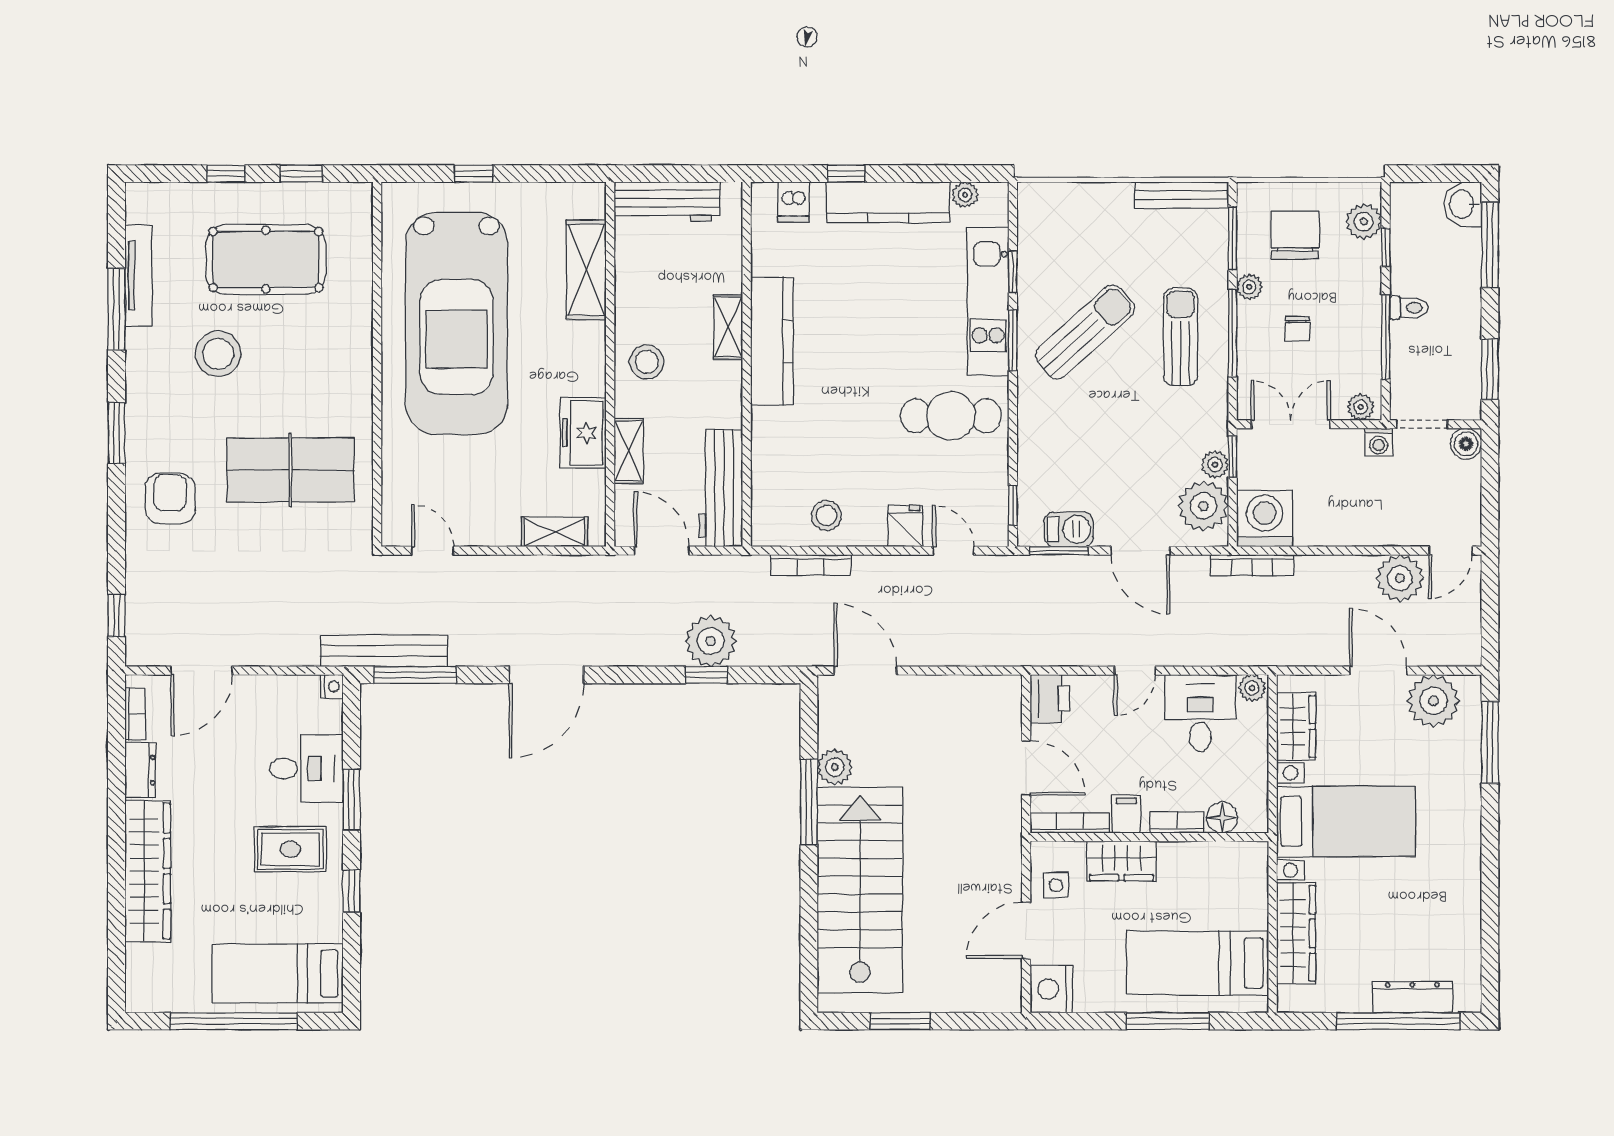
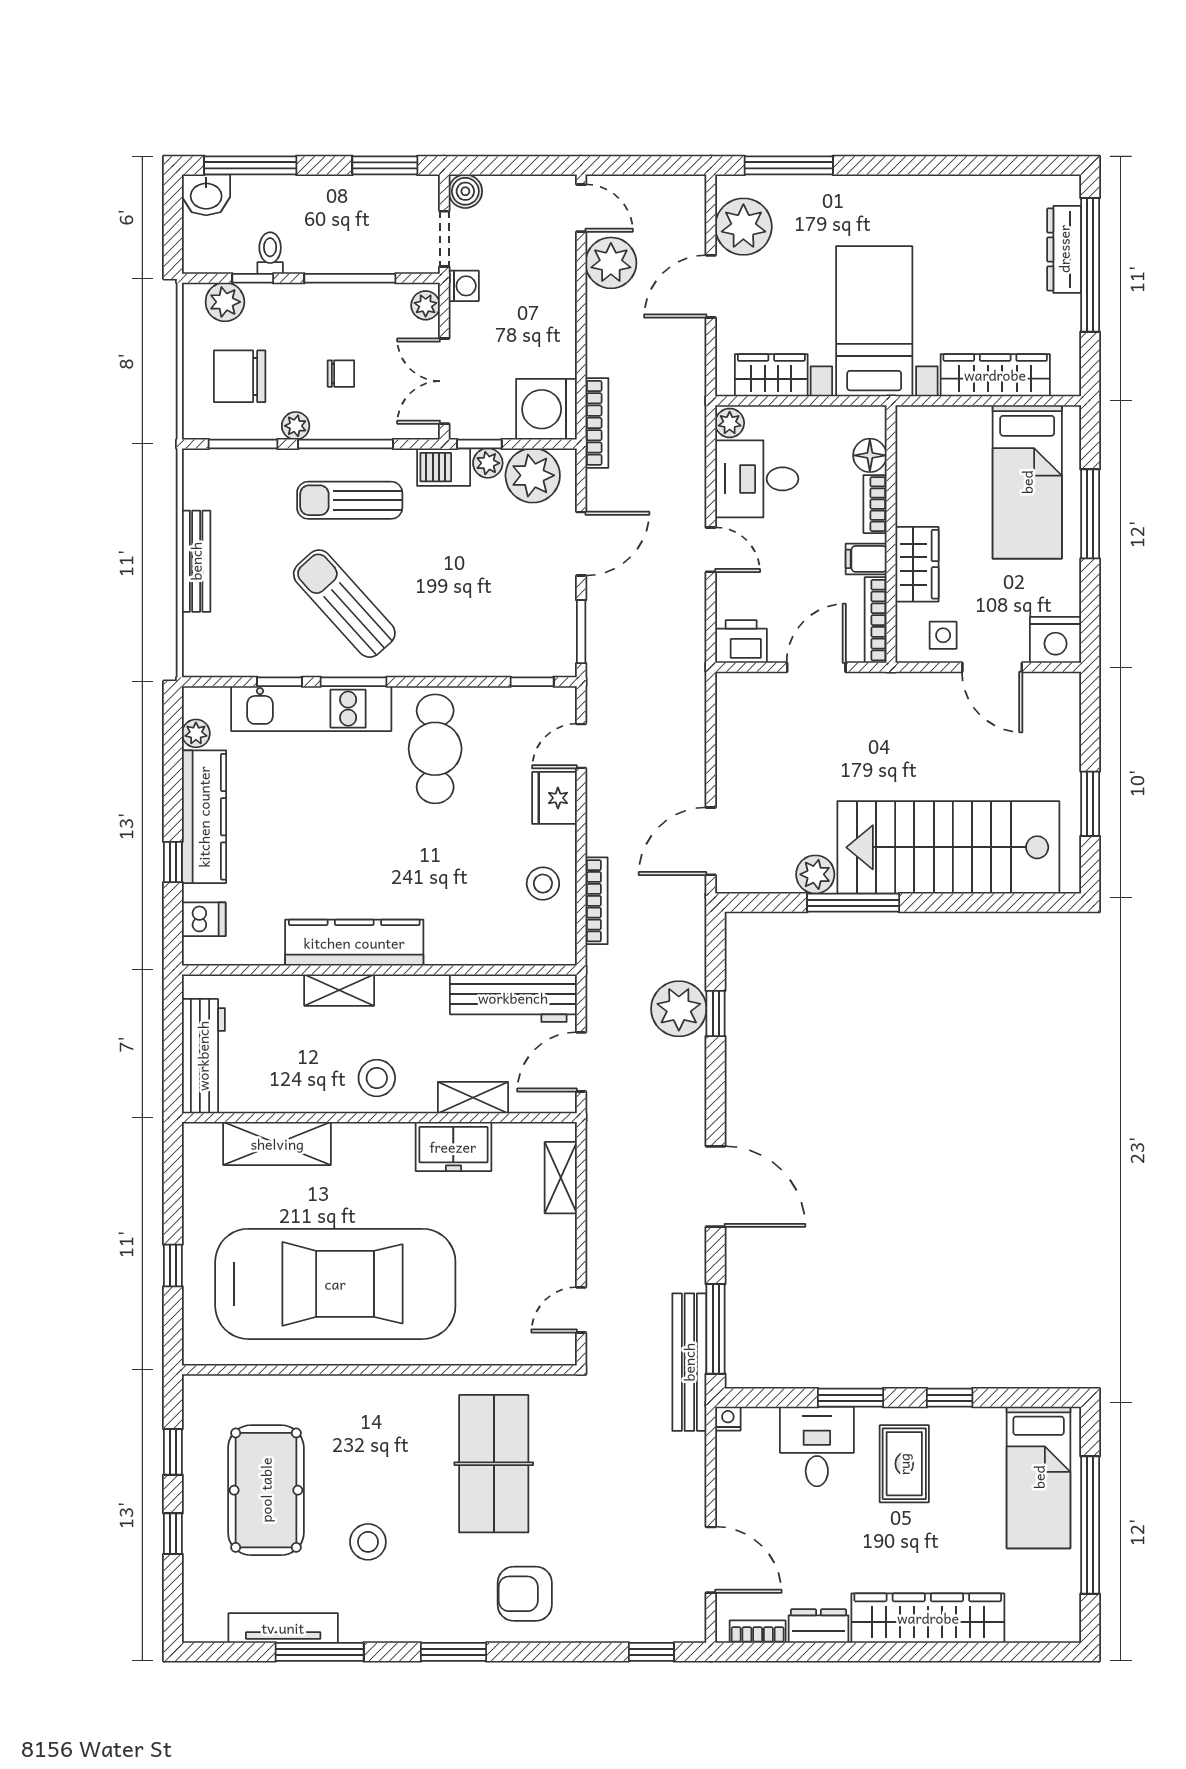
bench: (1182, 195) -> (196, 561), moved
toilet: (1409, 308) -> (270, 253), moved
stool: (218, 354) -> (368, 1542), width x0.73, depth x0.73
fridge: (905, 526) -> (554, 798), width x1.38
barbecue: (1069, 529) -> (444, 467), moved, turned -90

